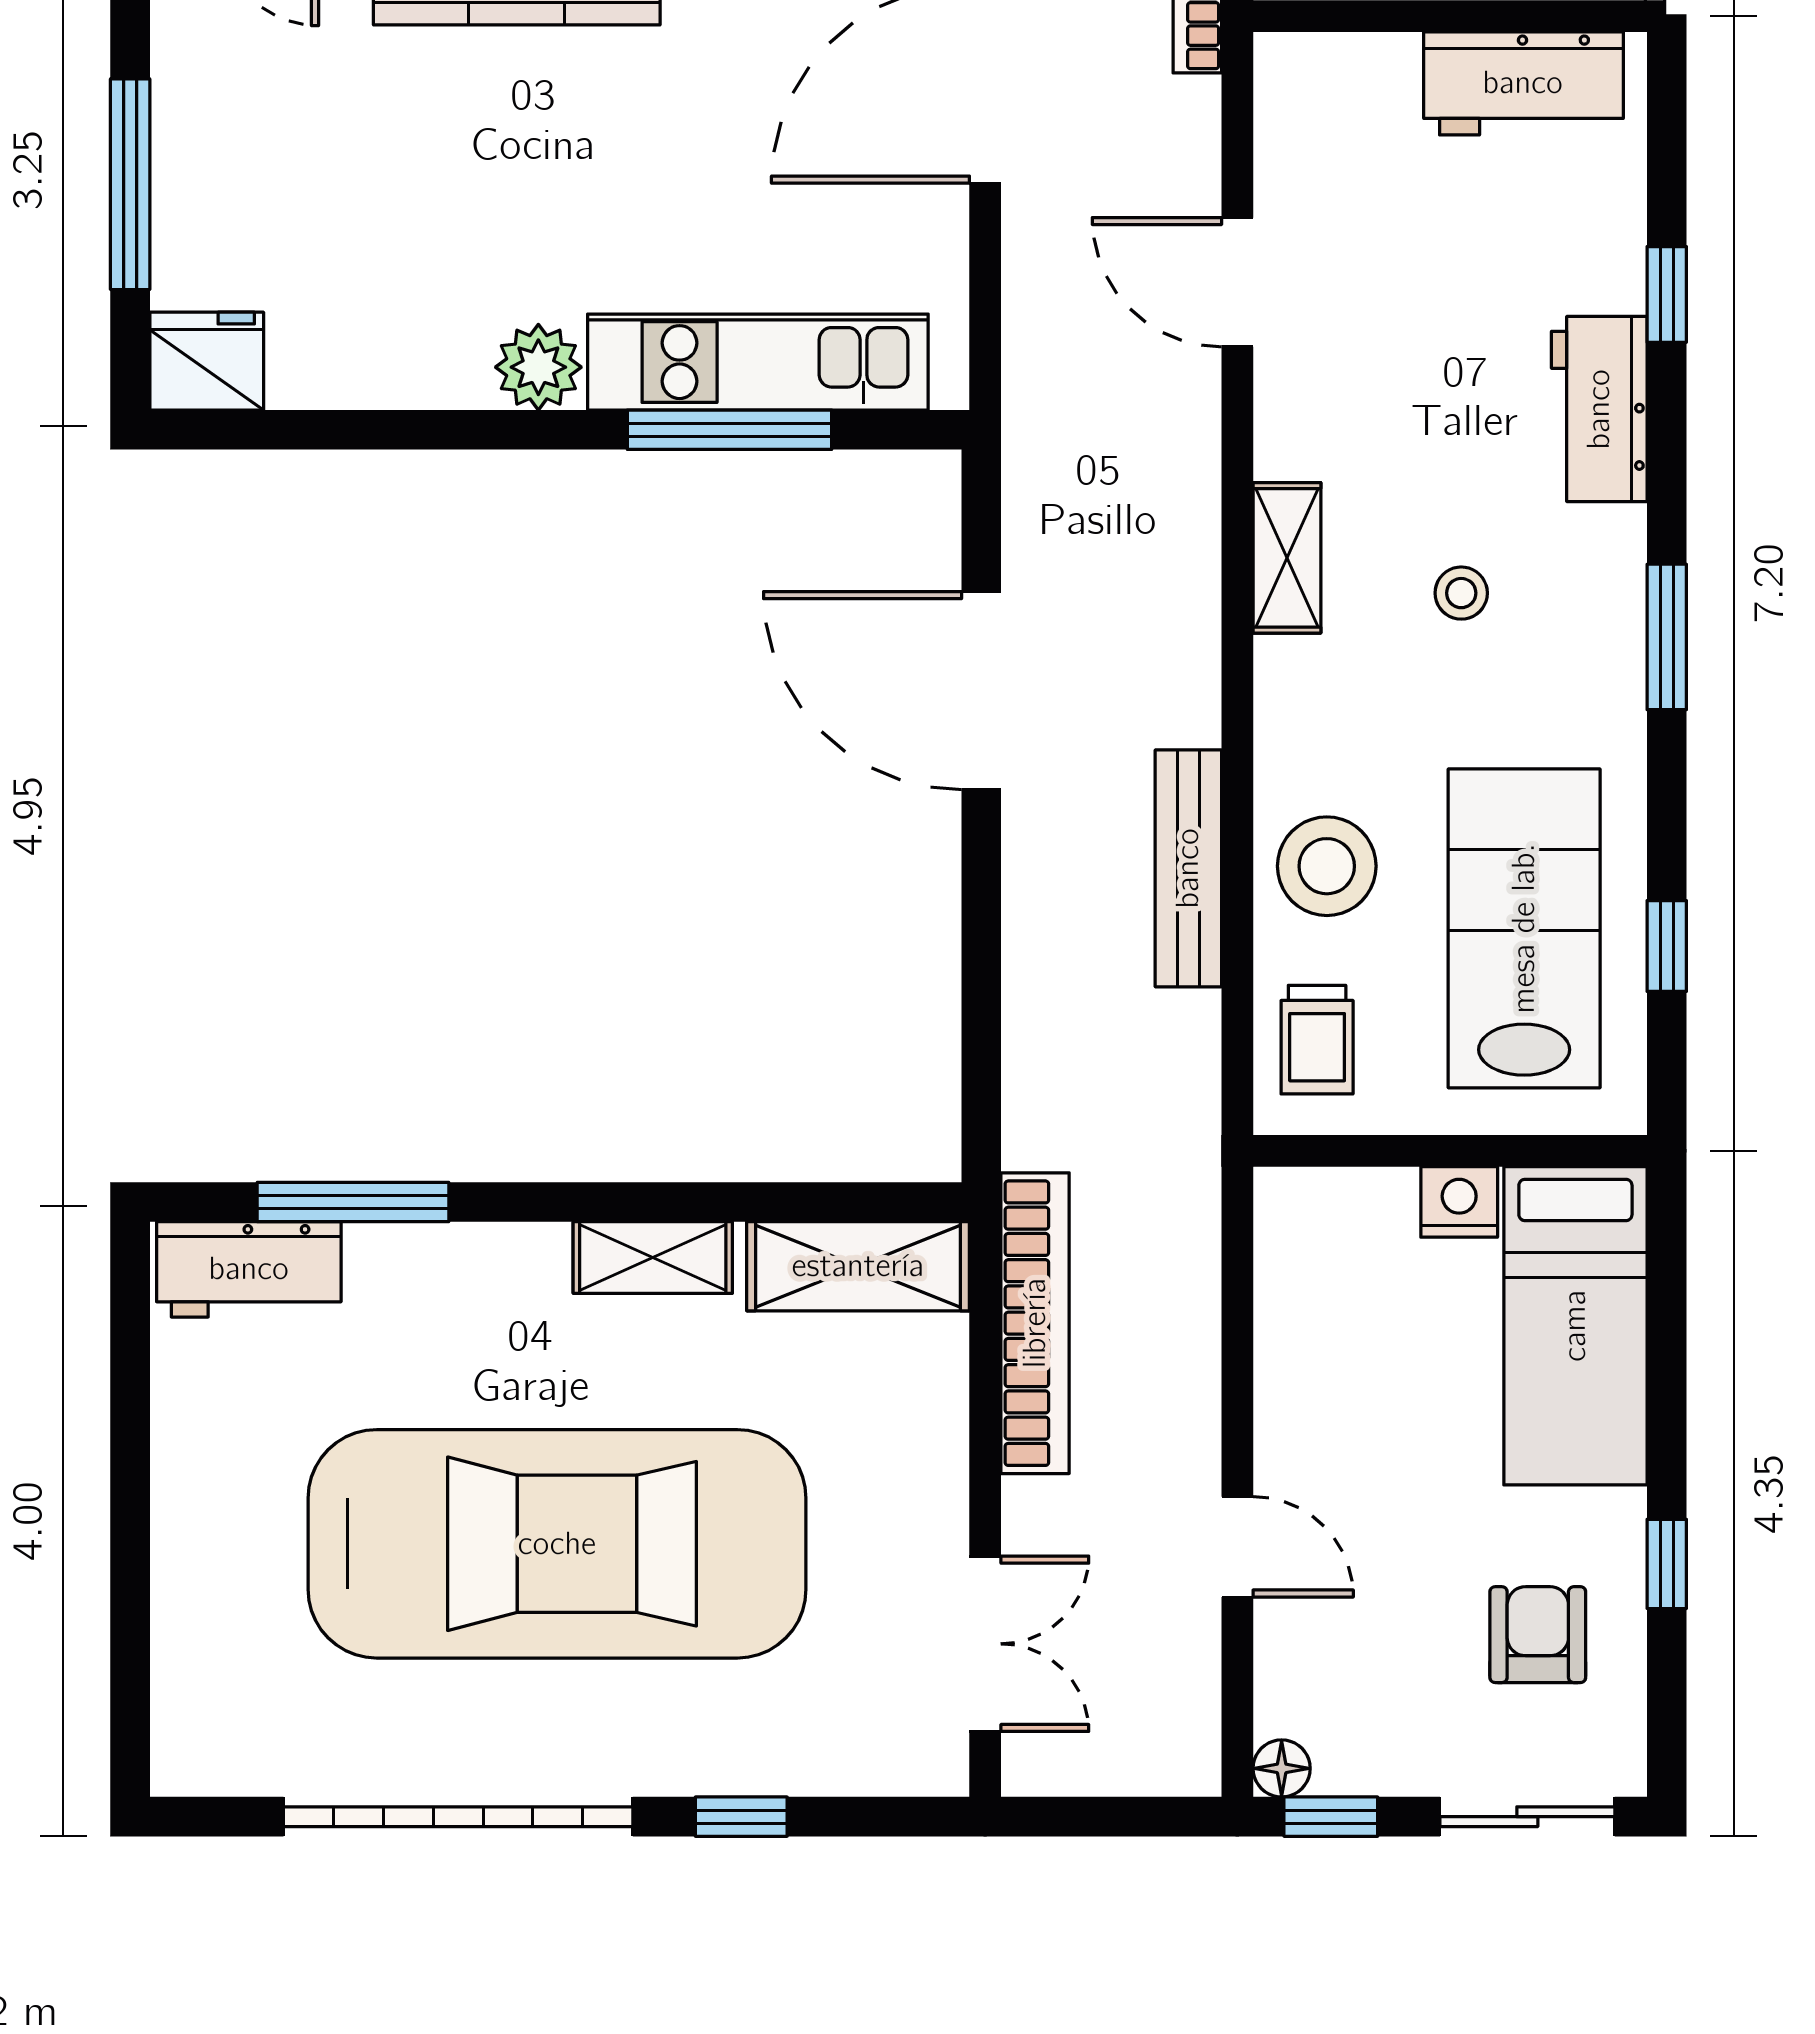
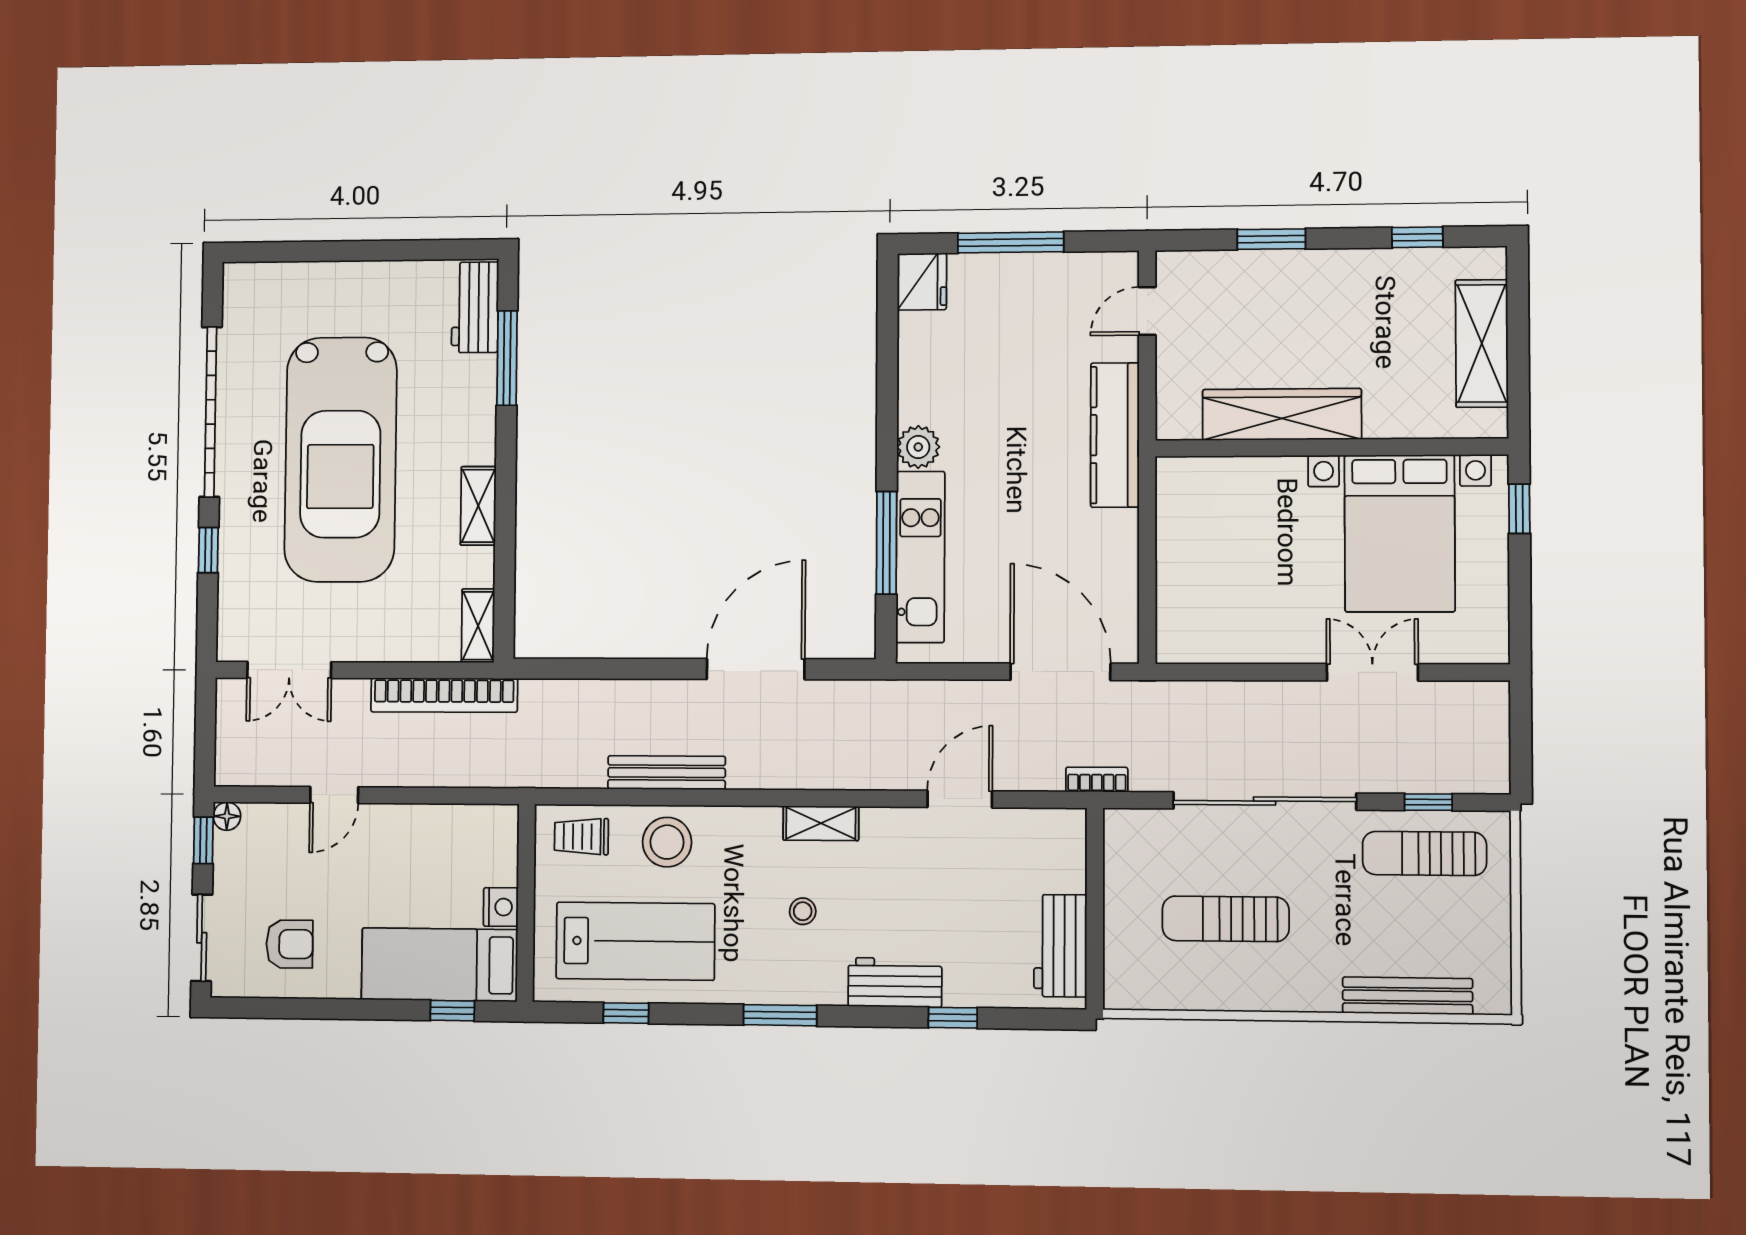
shelving: (858, 1266) -> (478, 626), width x0.67, depth x0.75
window: (1667, 1564) -> (452, 1011), moved

